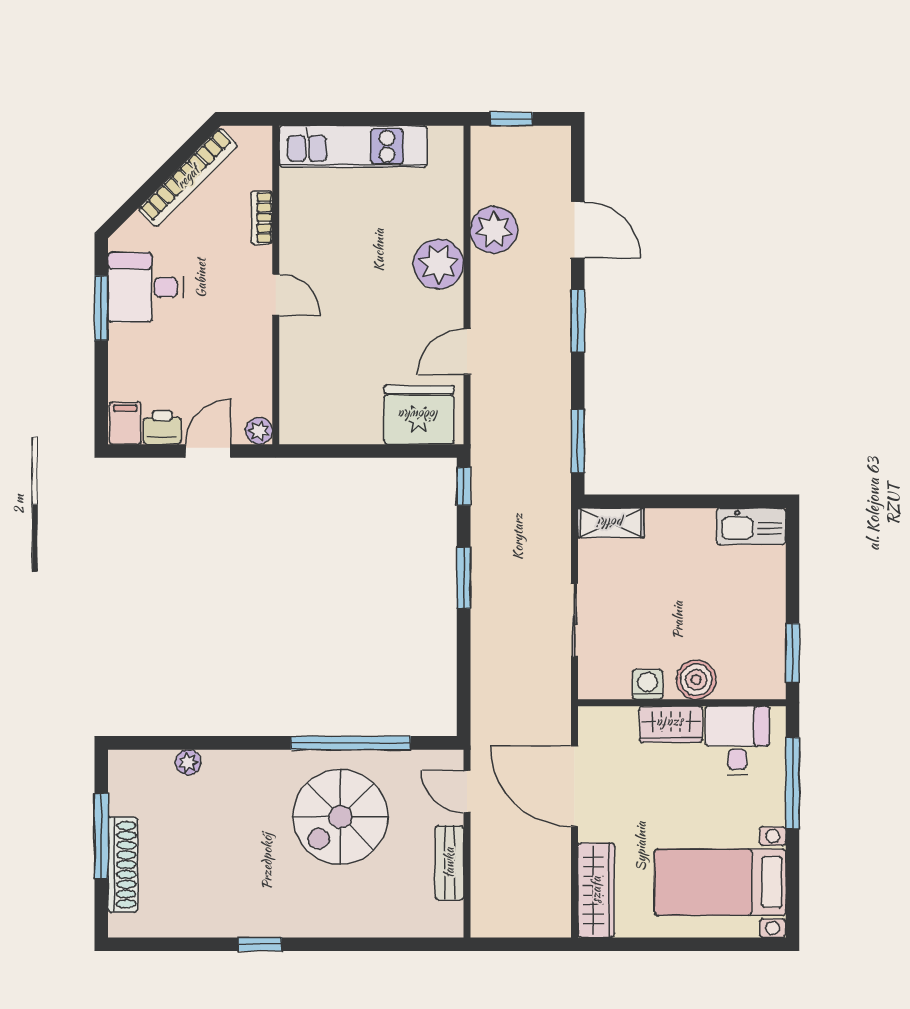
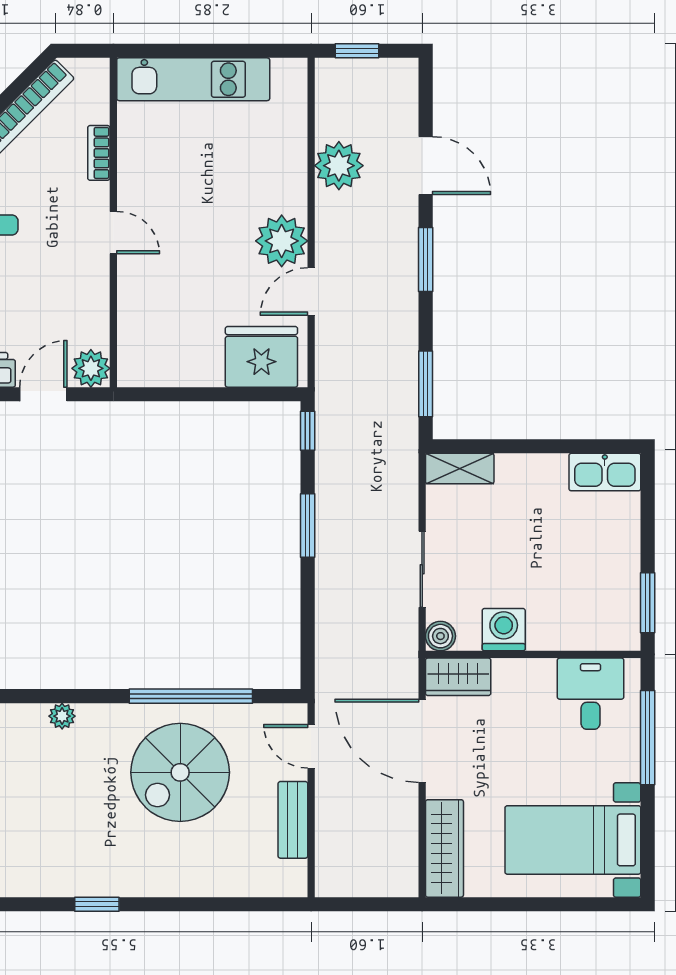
plant: (439, 264) -> (282, 241), moved
plant: (259, 431) -> (91, 368), width x1.38, depth x1.38
boiler: (696, 680) -> (440, 636), moved, width x0.73, depth x0.73
washing machine: (648, 684) -> (504, 630), width x1.38, depth x1.38
wardrobe: (671, 724) -> (458, 677), moved
plant: (188, 762) -> (62, 716), moved

